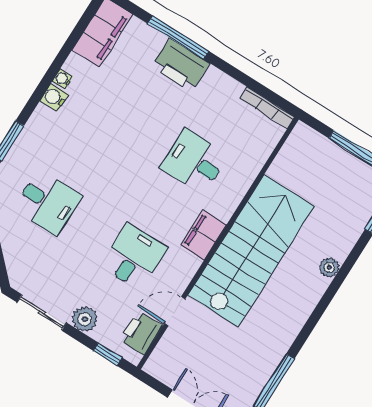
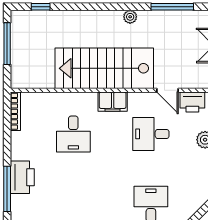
plant: (329, 267) -> (130, 17), moved

